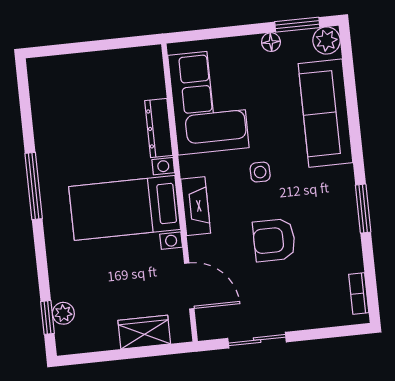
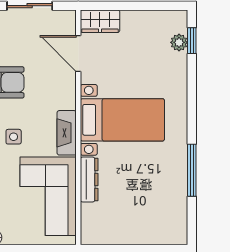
window: (34, 186) -> (192, 170), moved
fireplace: (196, 206) -> (67, 133), moved
wardrobe: (144, 332) -> (100, 21), moved

